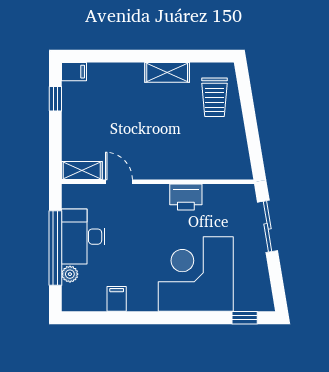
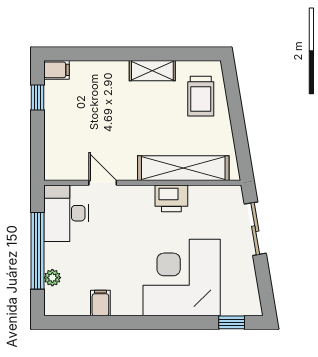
shelving: (82, 170) -> (183, 168), moved, width x2.20, depth x1.33
desk: (83, 237) -> (66, 213), moved

